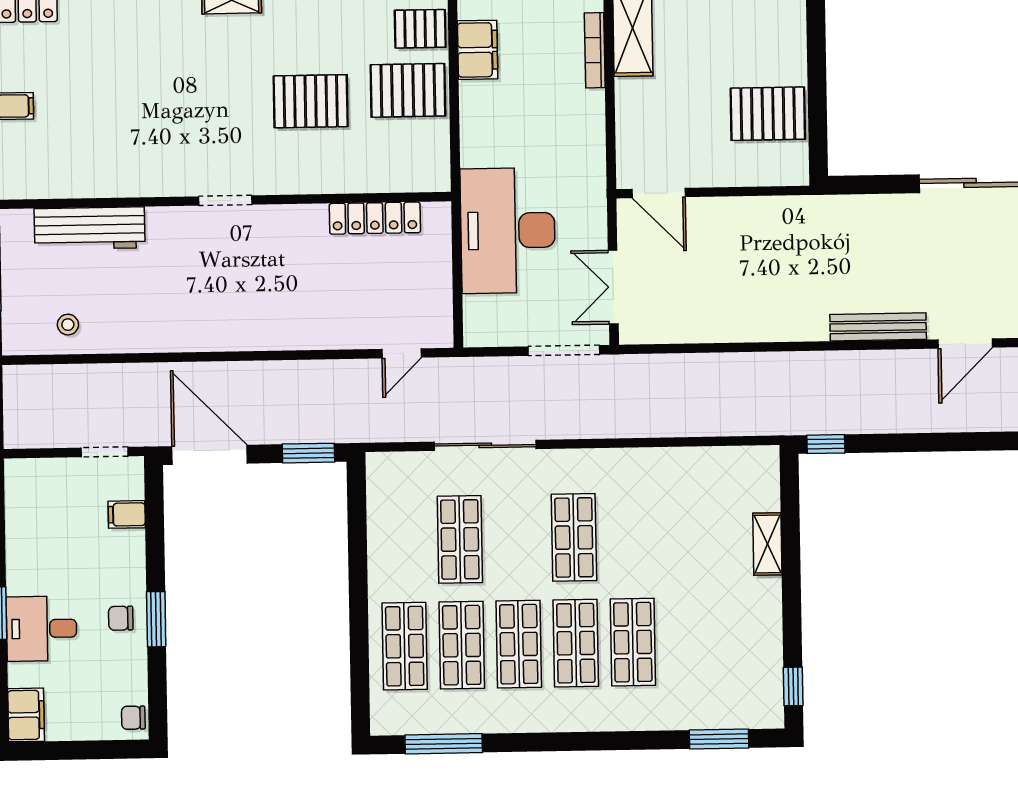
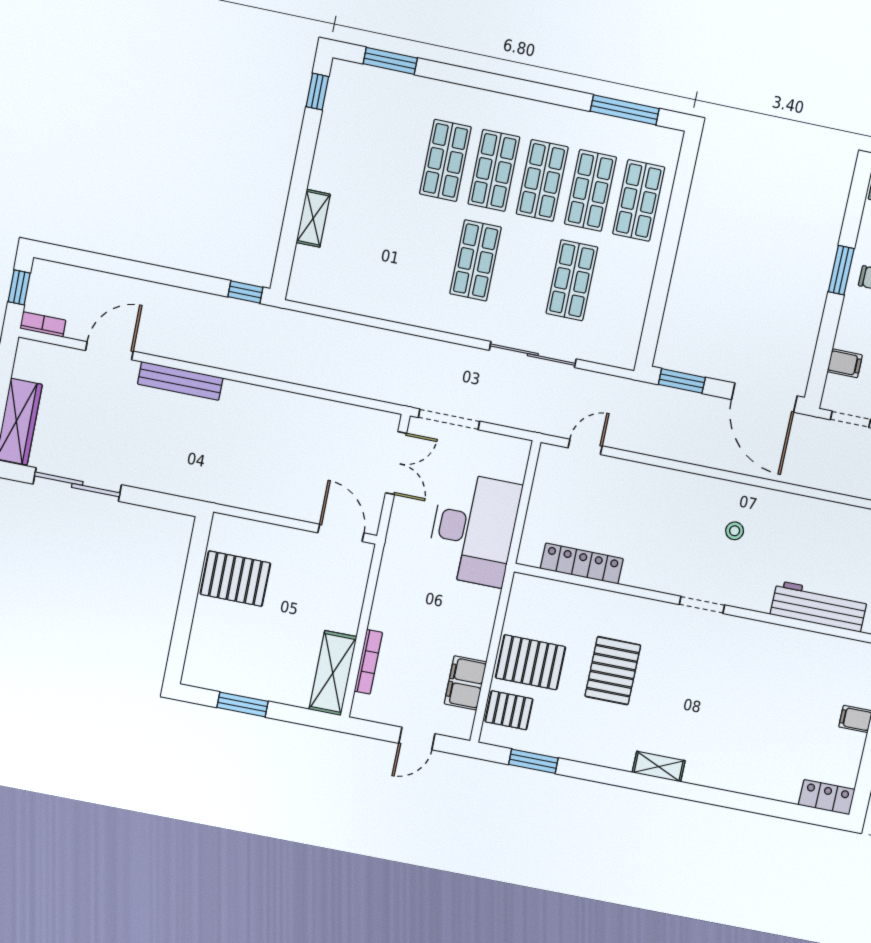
pallet: (311, 101) -> (613, 671), turned 90
stool: (68, 325) -> (735, 531), moved

